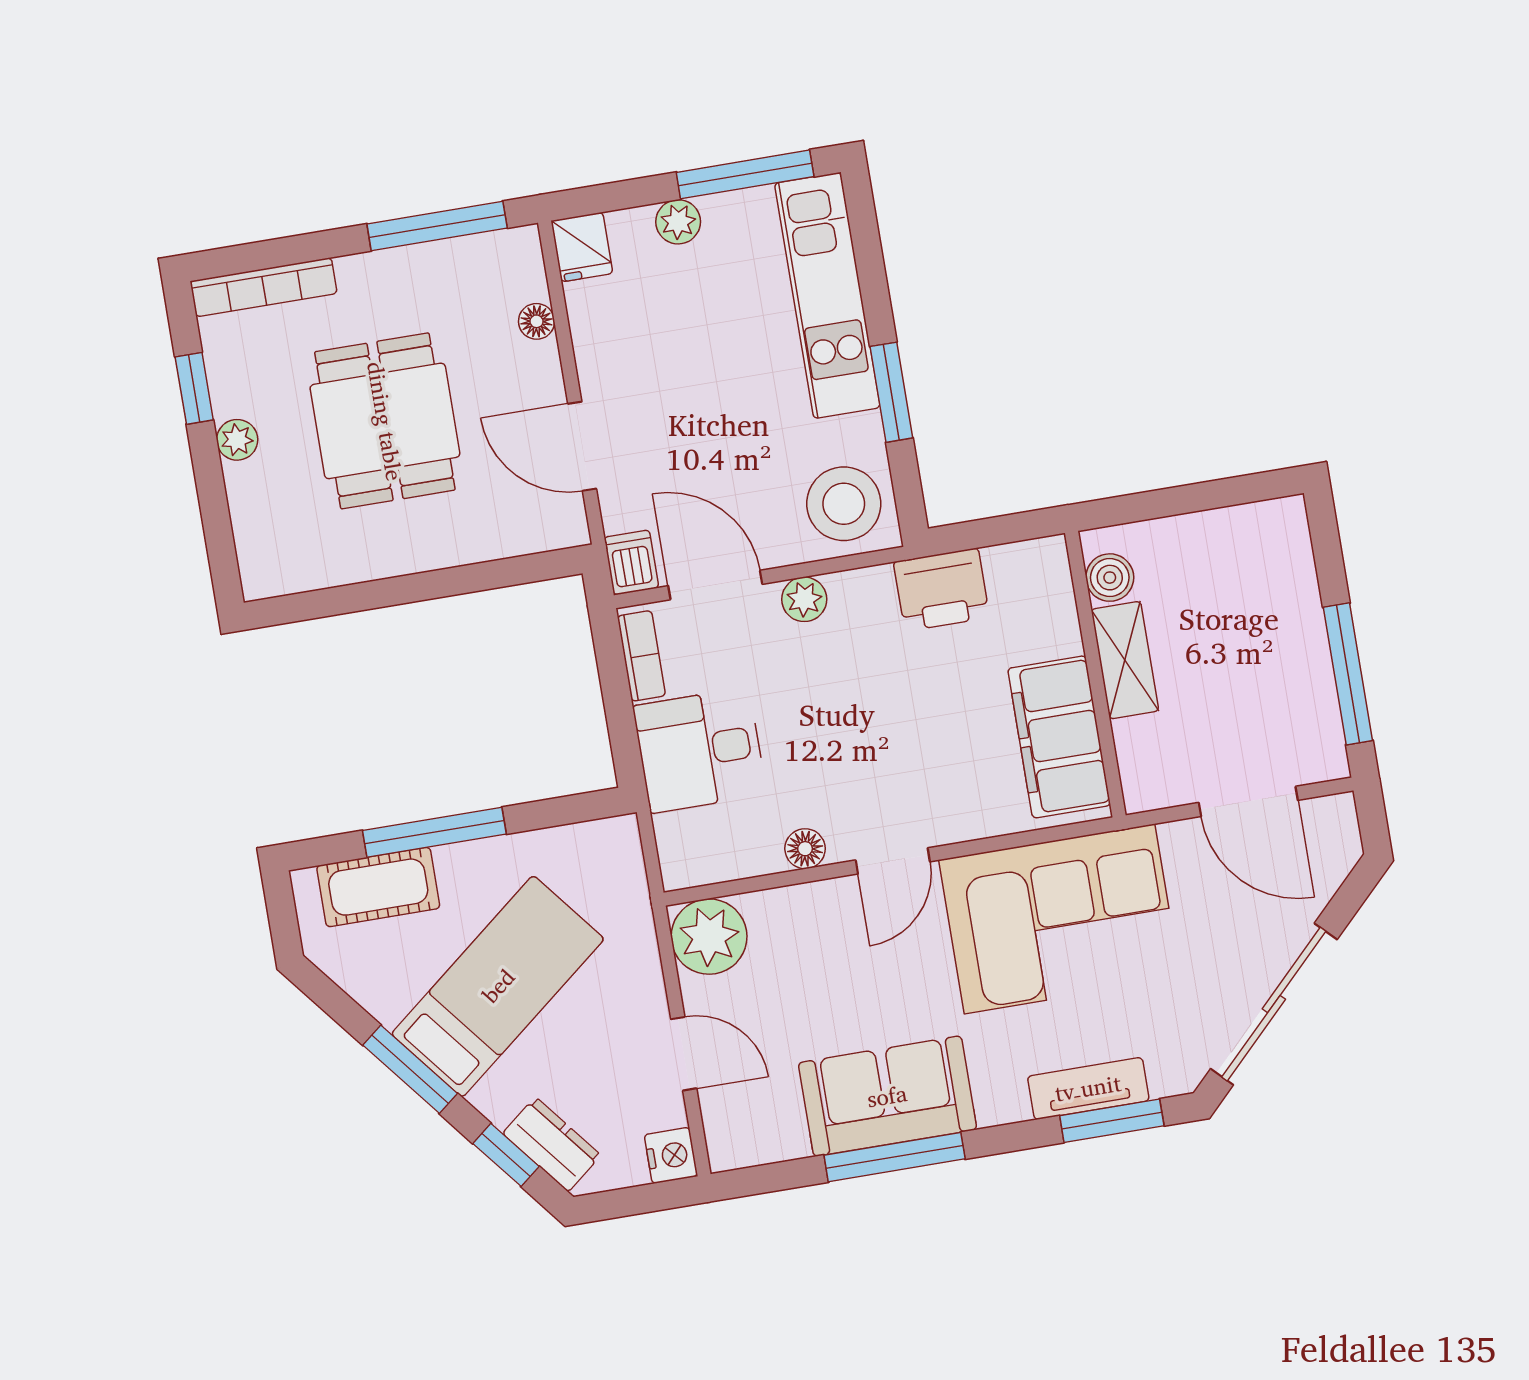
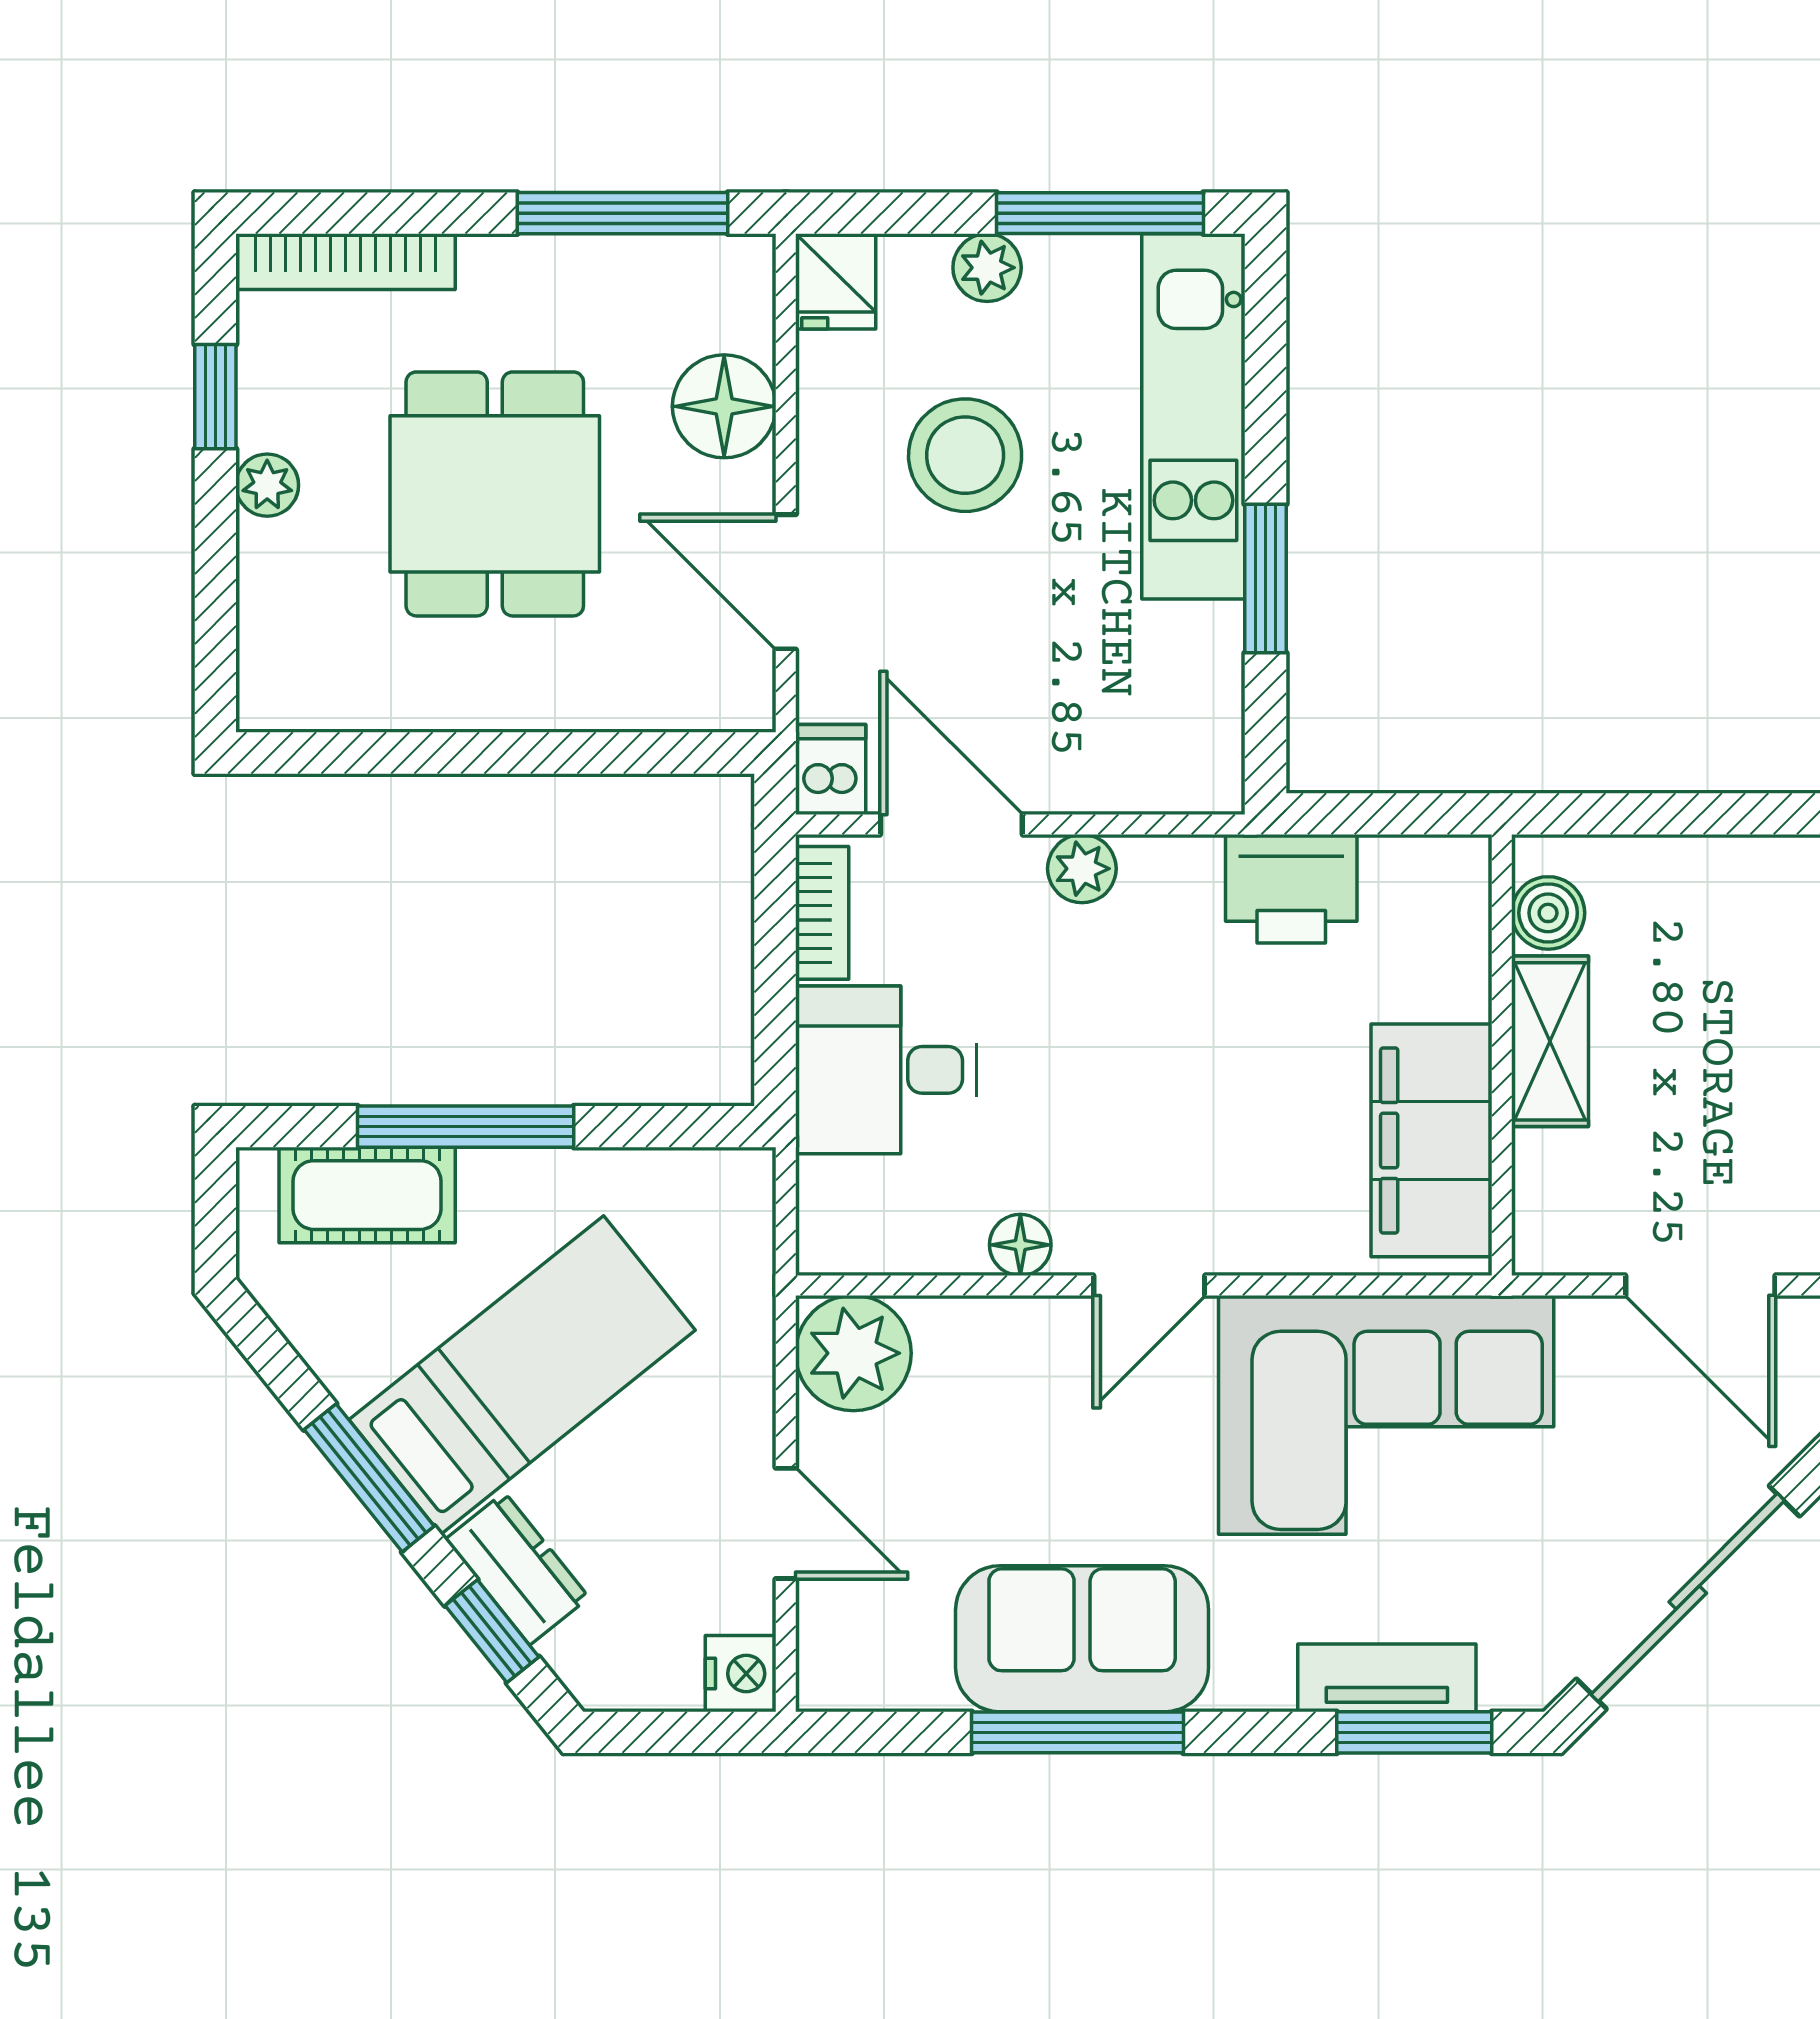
floor lamp: (537, 321) -> (724, 406), width x1.89, depth x1.89
stool: (844, 504) -> (965, 455), moved
dresser: (552, 1144) -> (517, 1569), moved

